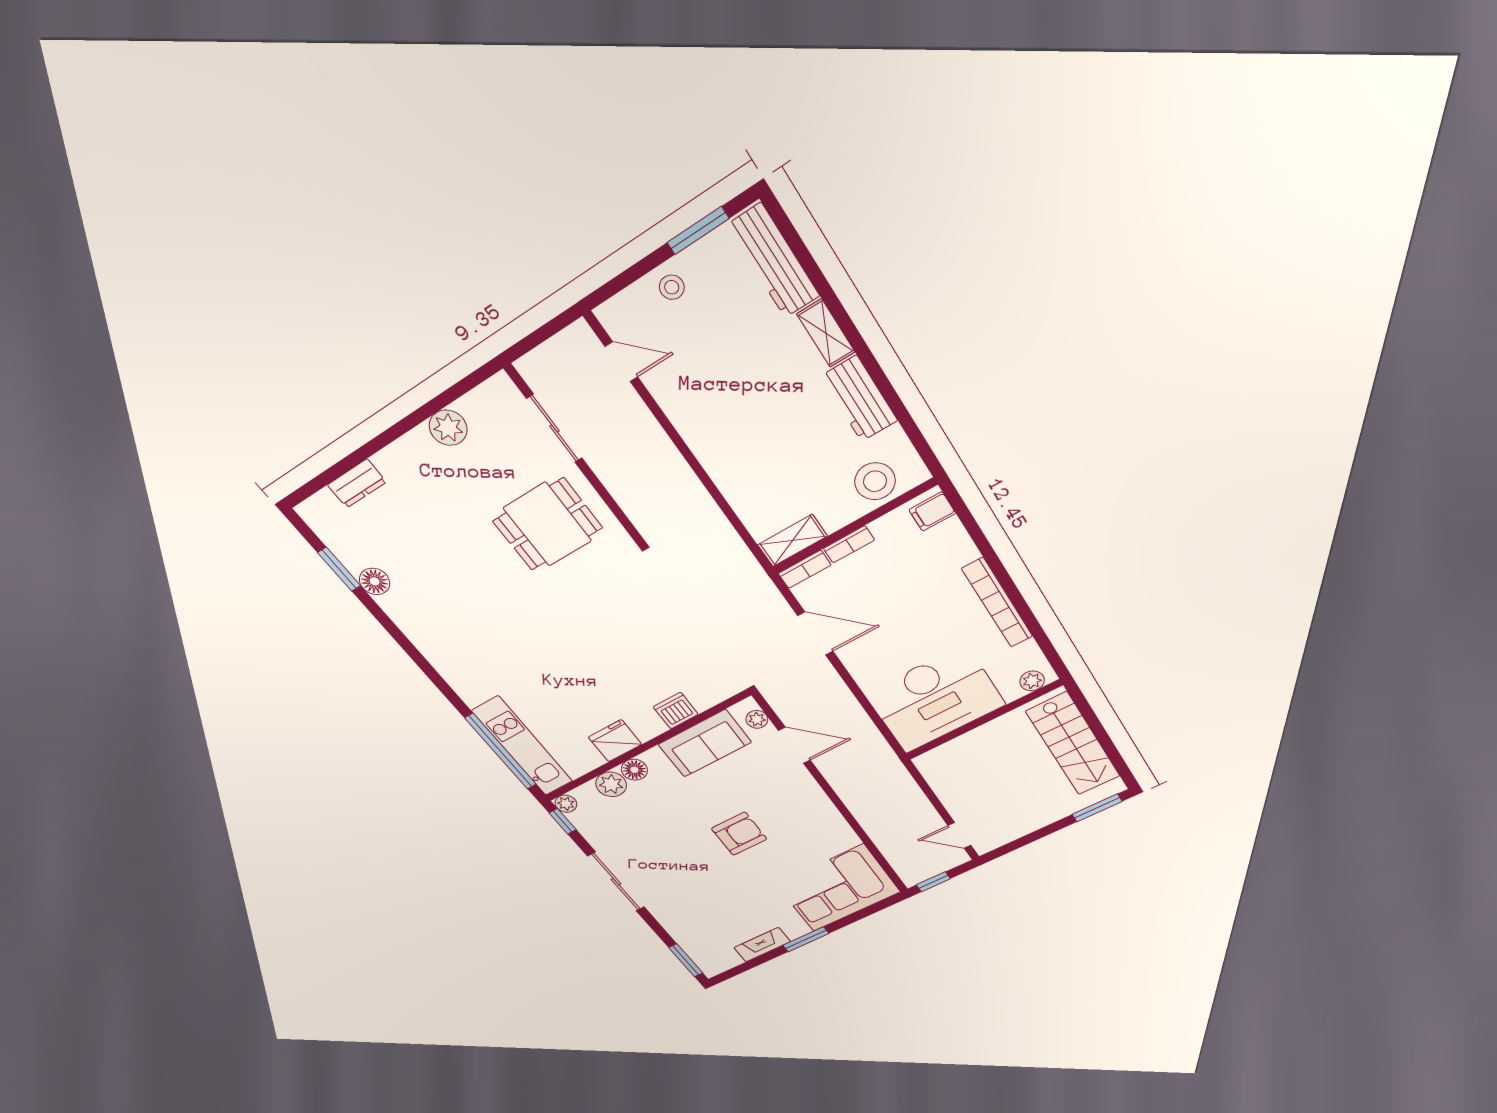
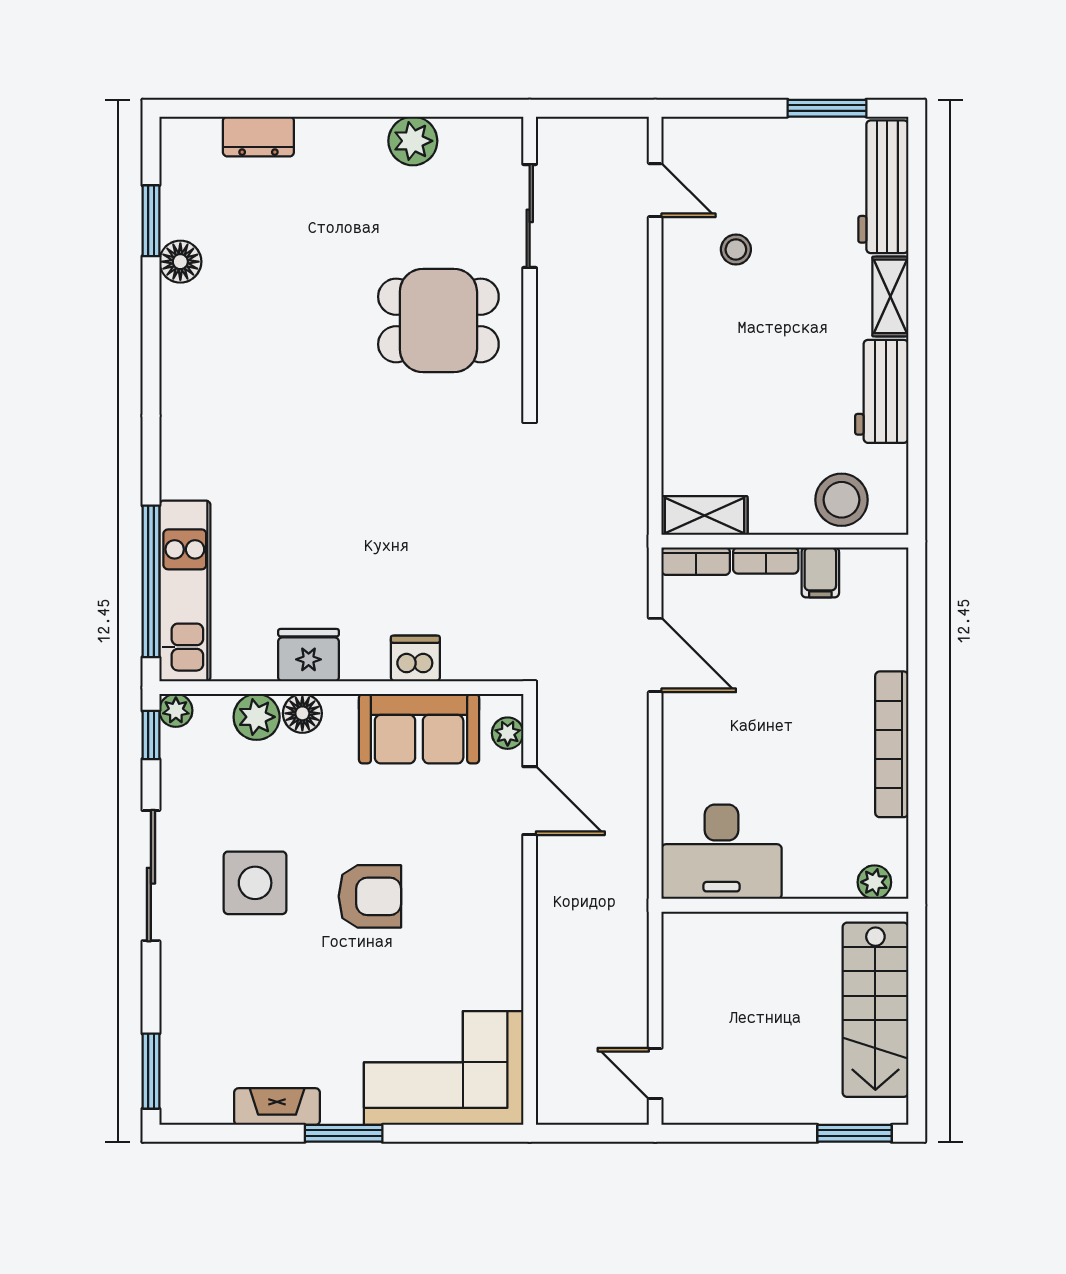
stool: (672, 287) -> (736, 249), moved
filing cabinet: (932, 511) -> (820, 572), moved, turned -90
desk: (935, 699) -> (722, 852), width x0.73, depth x0.77
side table: (673, 858) -> (255, 883), added
window: (933, 882) -> (577, 1133), removed

